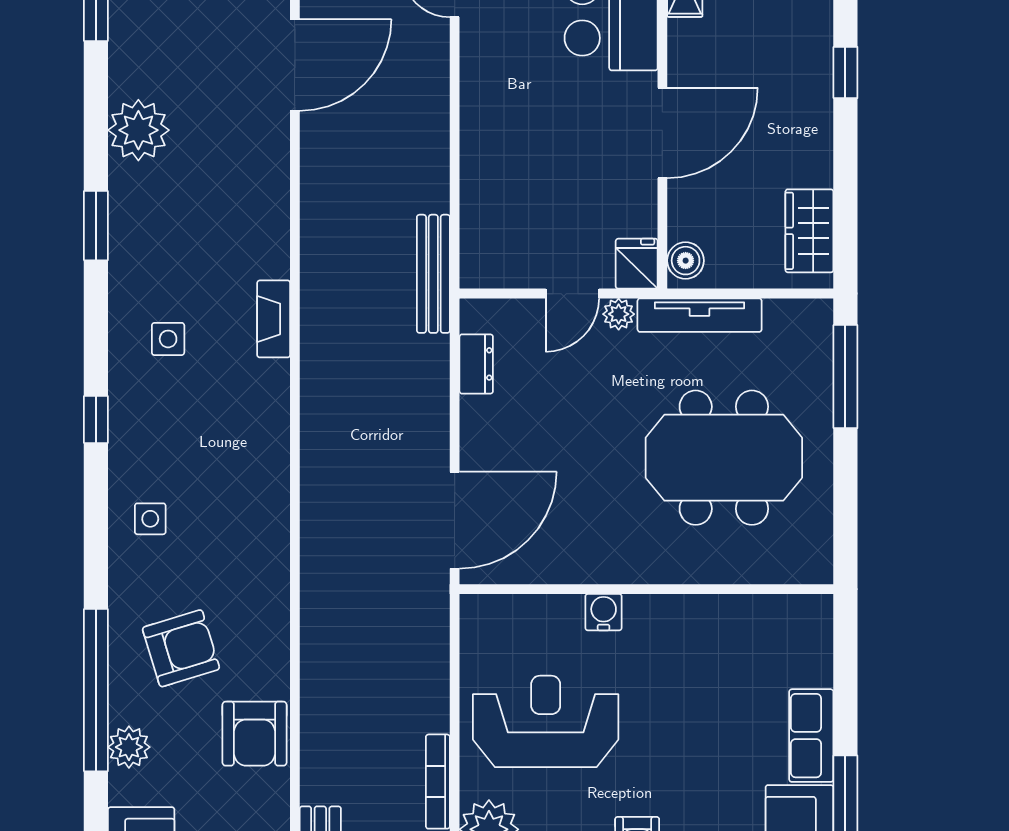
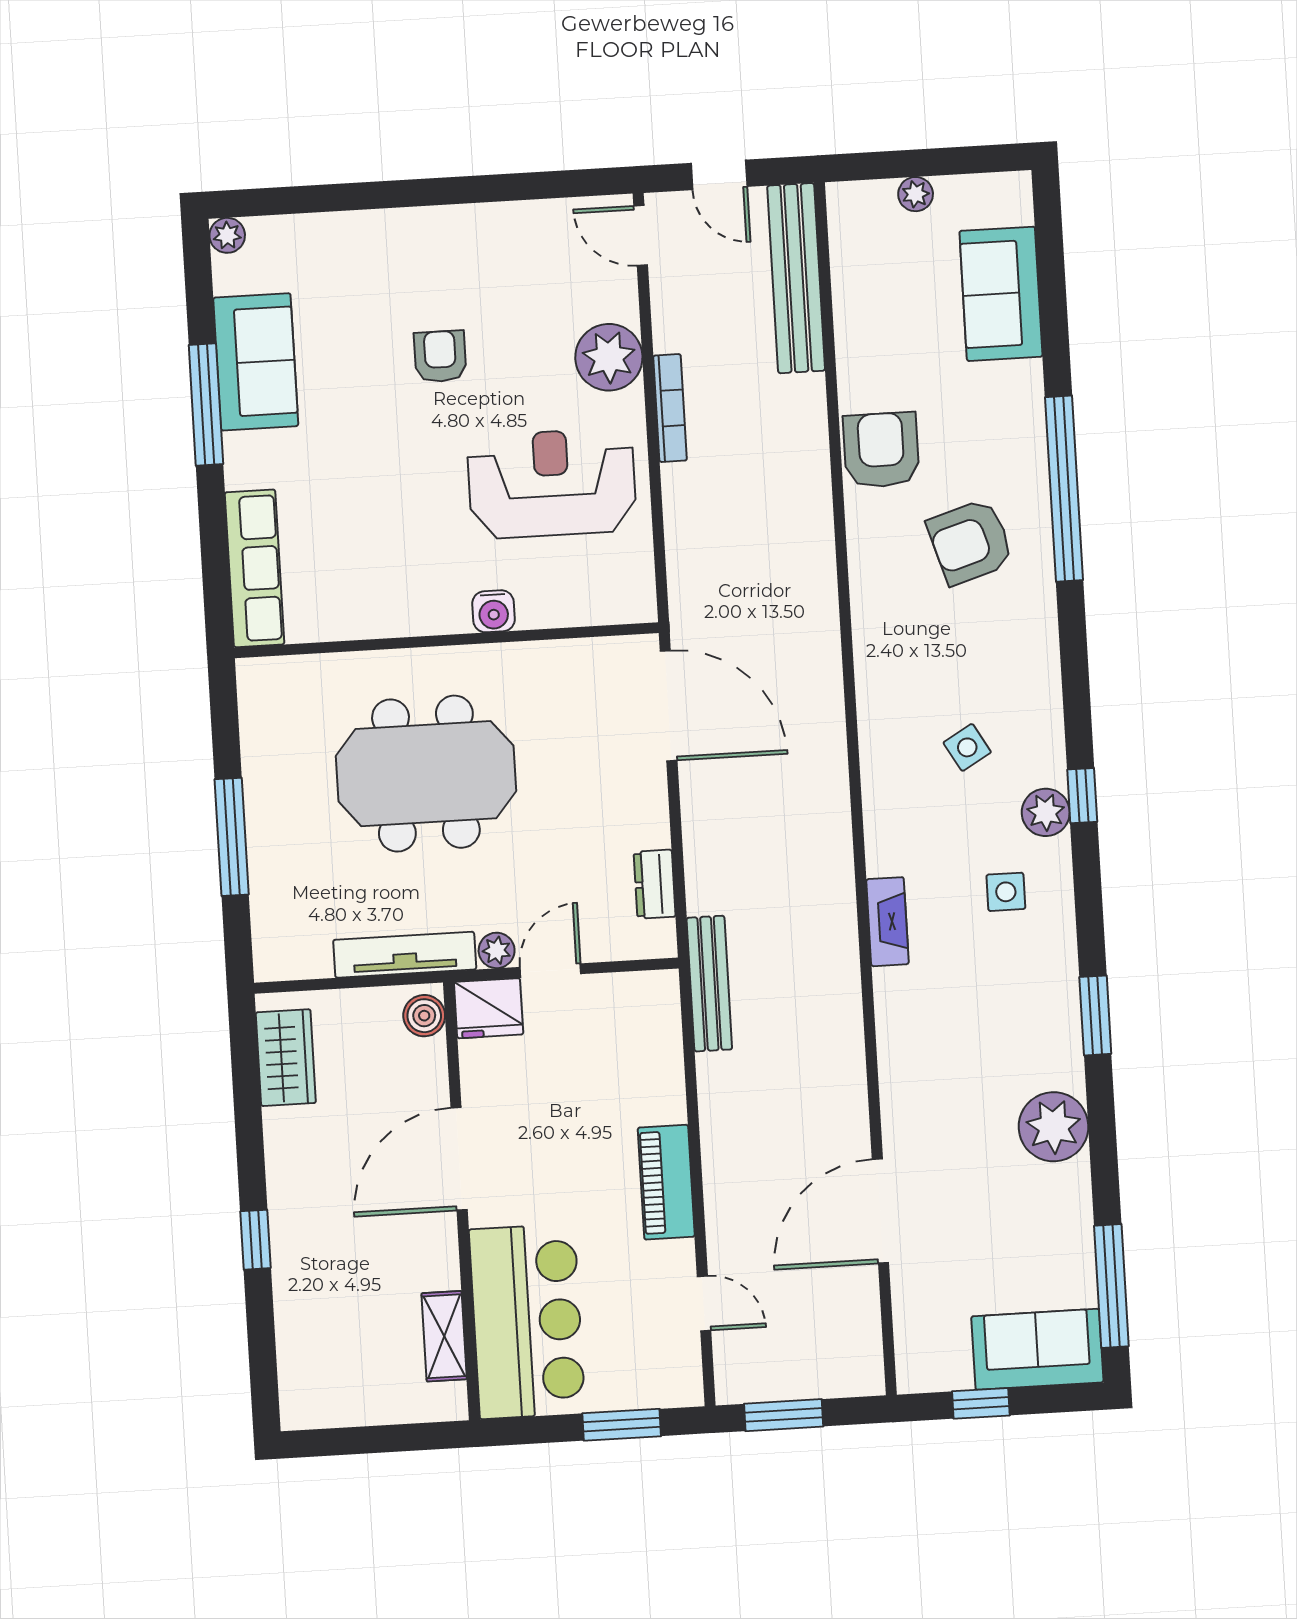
piano: (482, 102) -> (666, 1182), added
fridge: (637, 264) -> (489, 1008), width x1.38
window: (845, 377) -> (232, 837), moved
meeting table: (724, 458) -> (426, 774), moved
side table: (150, 519) -> (967, 747), moved, turned -30
door: (455, 520) -> (669, 706), swing flipped
reception desk: (546, 721) -> (552, 483), turned 180
row of seats: (811, 736) -> (255, 568), moved, width x1.48
plant: (129, 747) -> (1046, 812), moved

